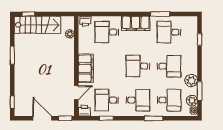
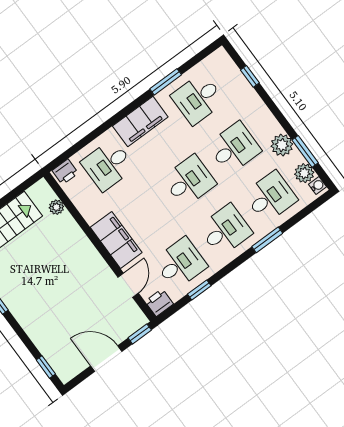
desk: (138, 66) -> (189, 181), turned 180
desk: (107, 100) -> (180, 263), turned 180

